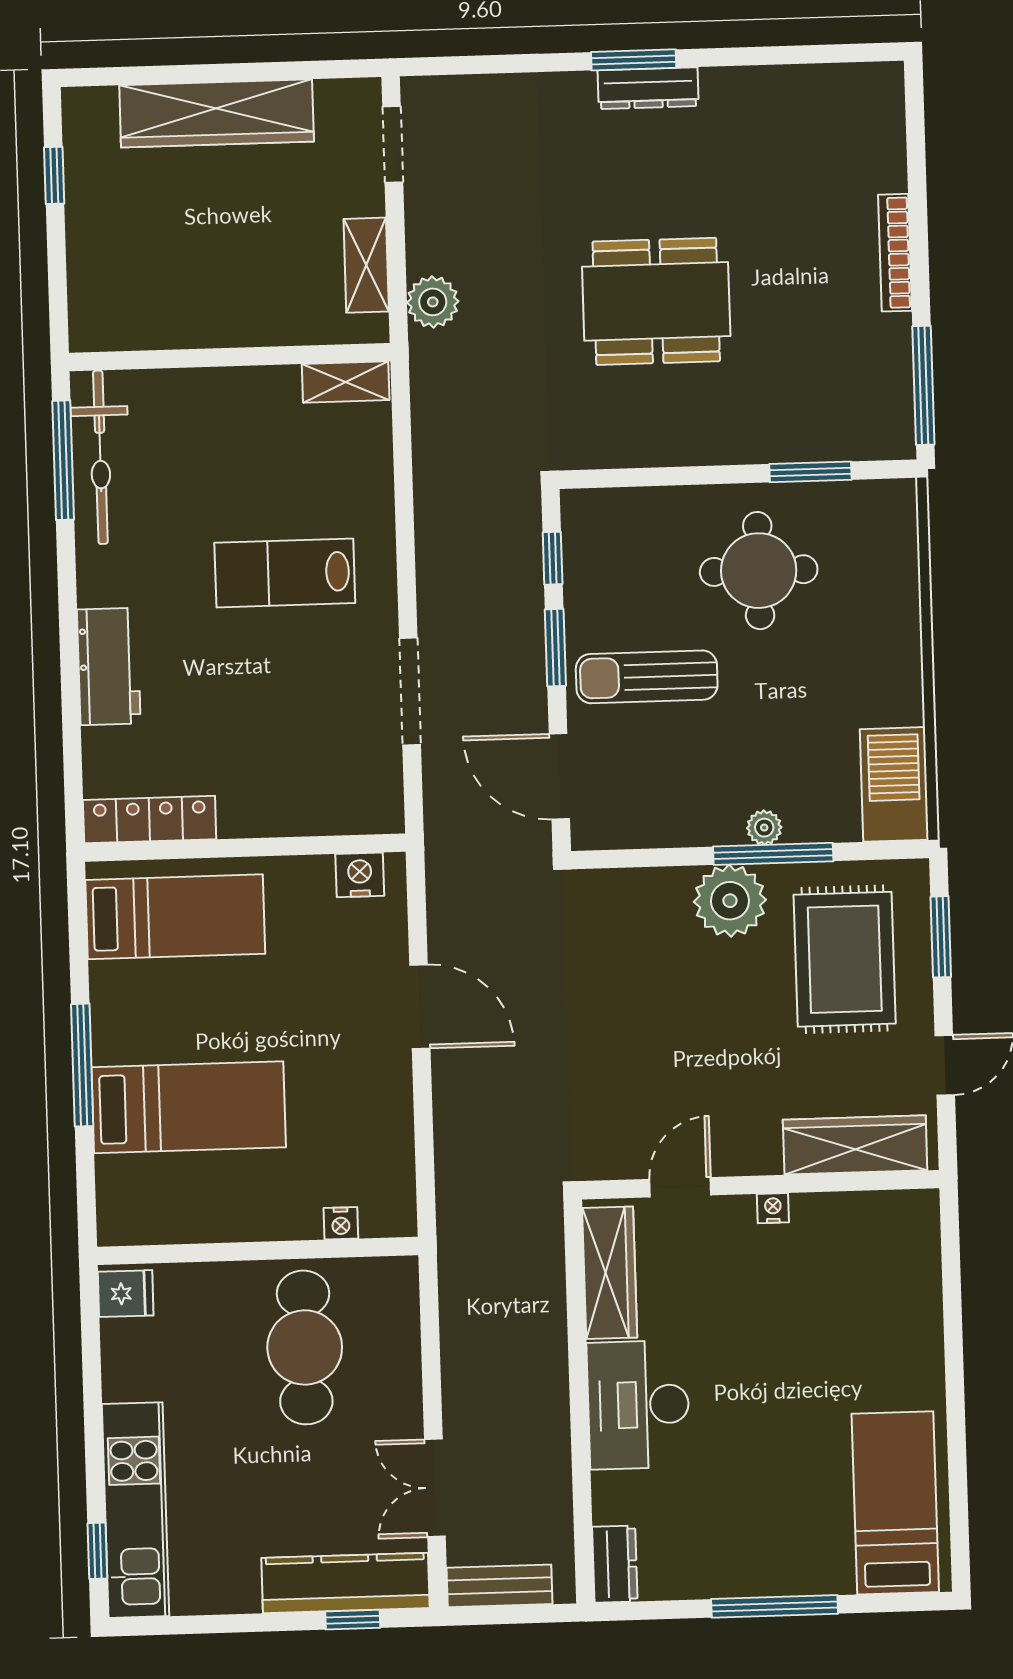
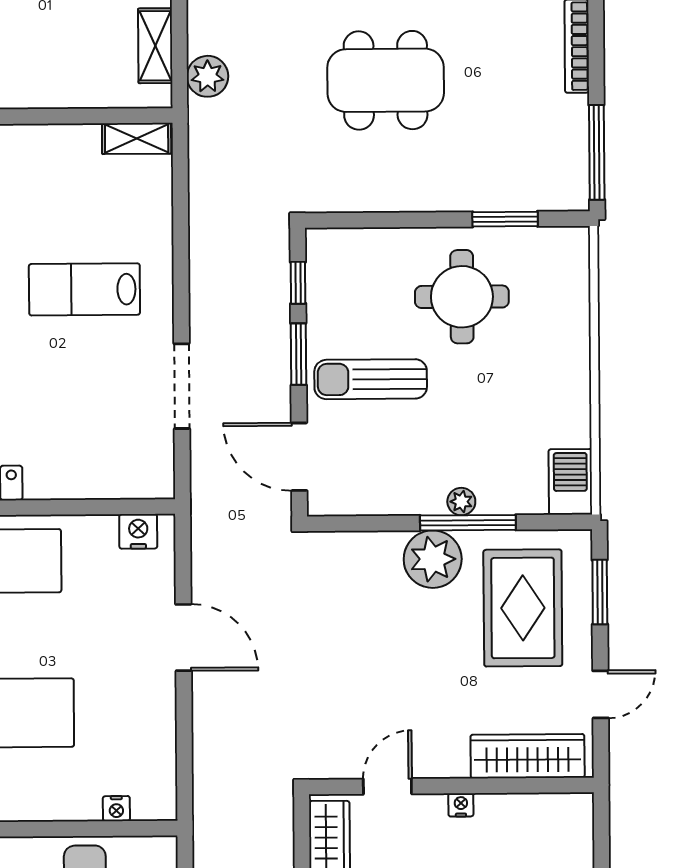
barbecue: (894, 784) -> (570, 482), width x0.73, depth x0.83

